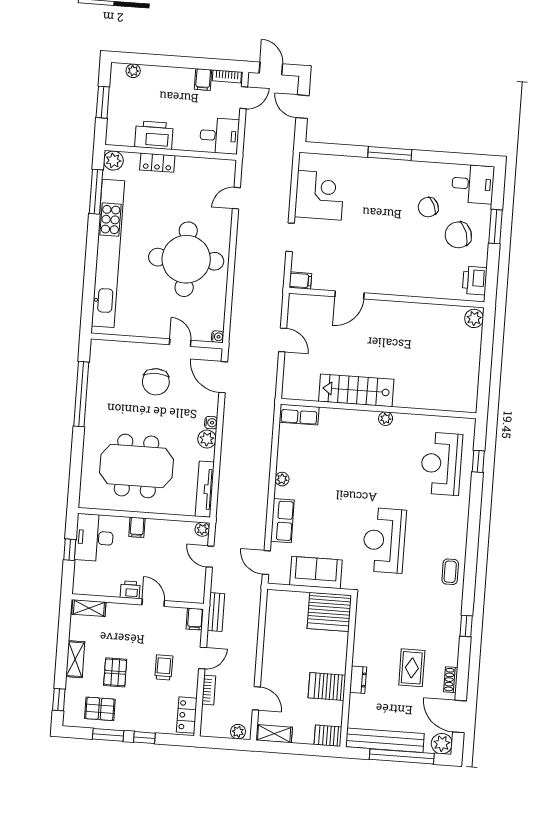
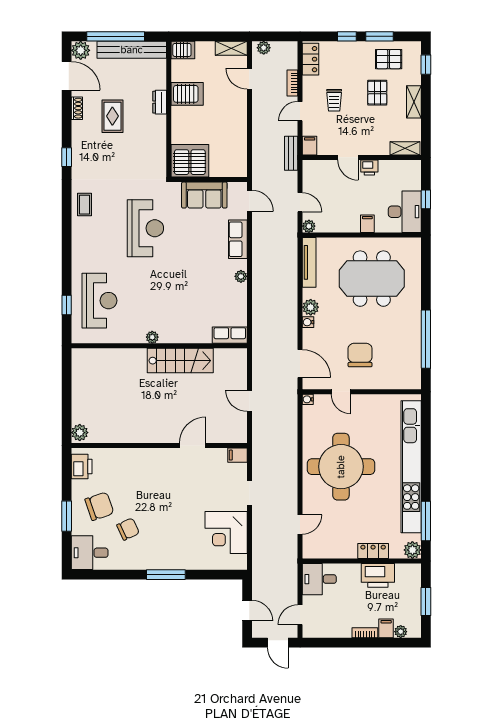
bookcase: (227, 76) -> (365, 633), moved
filing cabinet: (203, 79) -> (386, 628), moved

